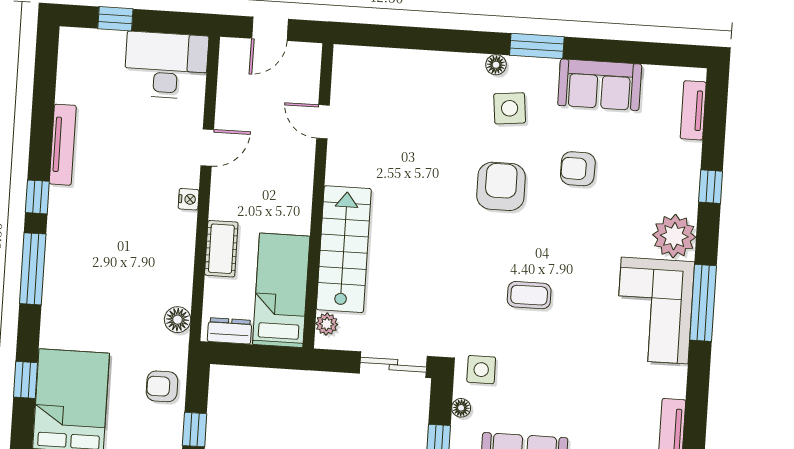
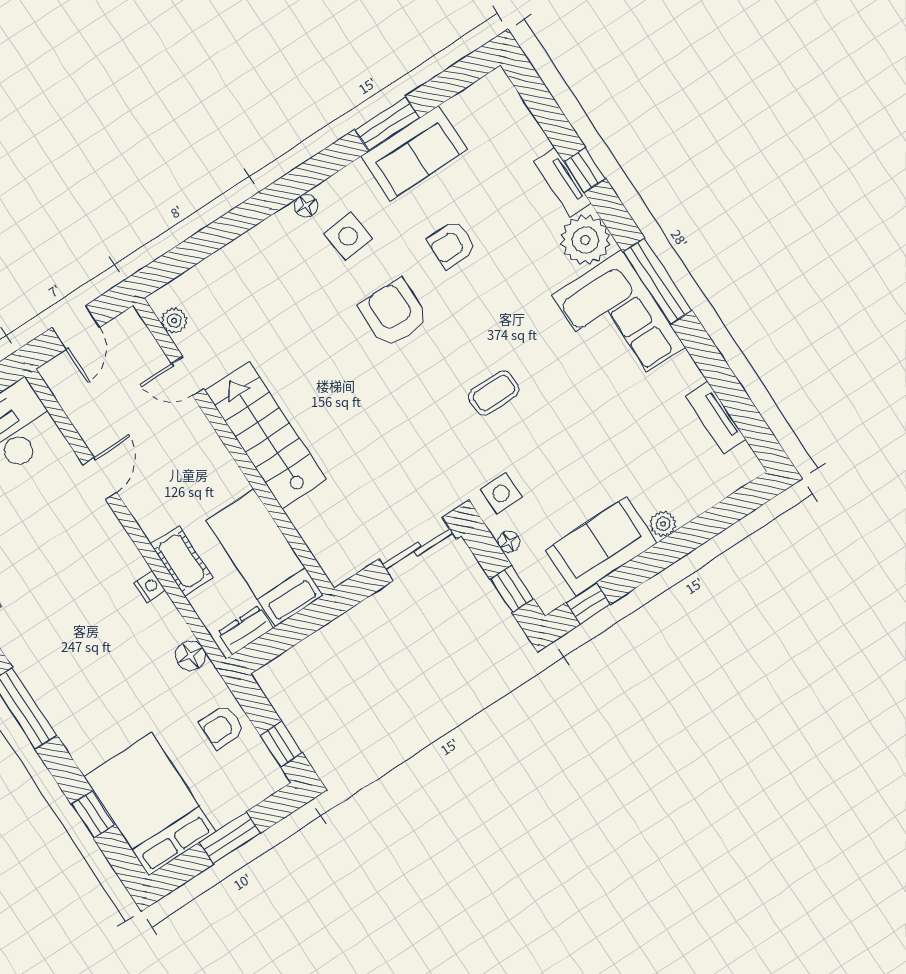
window: (537, 46) -> (387, 124), moved
tv unit: (693, 110) -> (562, 182), moved
nightstand: (189, 199) -> (150, 587), moved
stairs: (344, 249) -> (266, 435), moved
plant: (327, 324) -> (174, 321), moved

